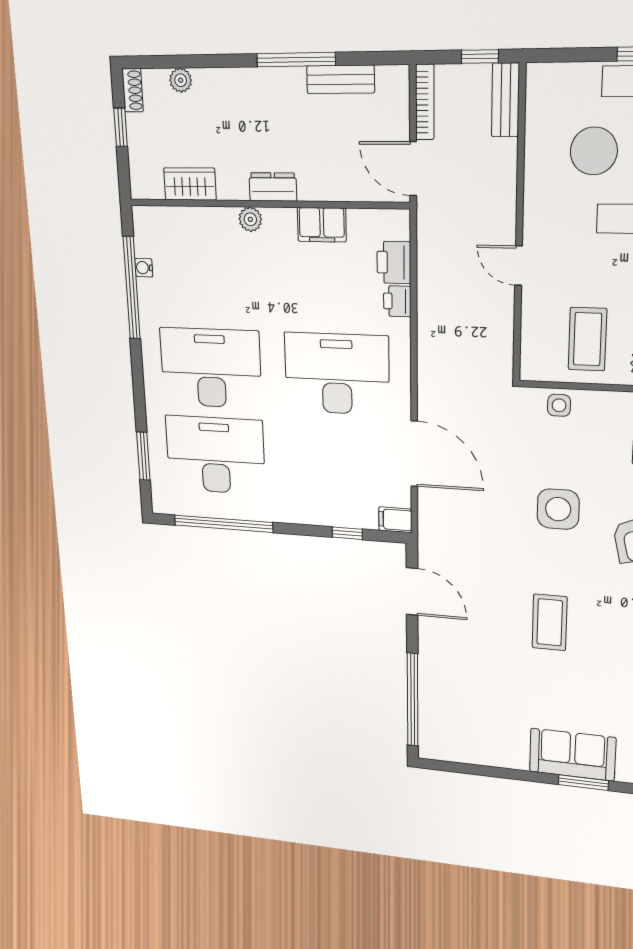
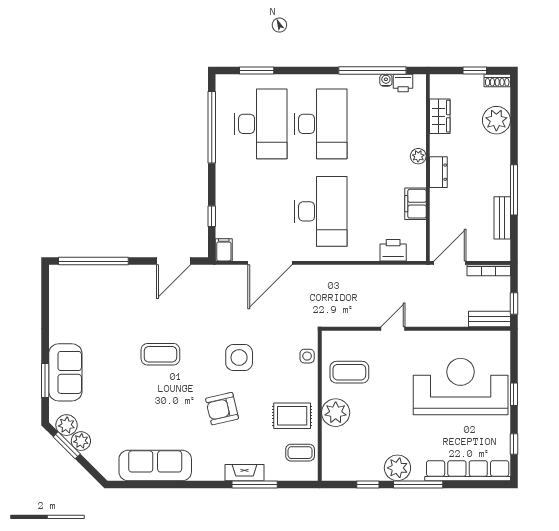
plant: (181, 80) -> (496, 120), width x1.88, depth x1.88
printer: (397, 301) -> (403, 83), moved, turned 180

